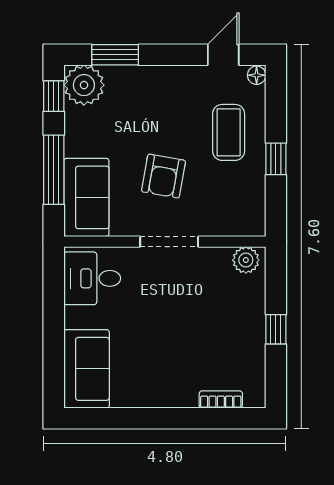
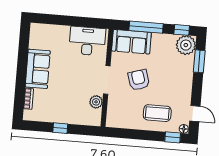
window: (276, 159) -> (173, 137), moved
armchair: (164, 176) -> (139, 80), turned 63
plant: (246, 260) -> (96, 102), moved
desk: (92, 278) -> (87, 41), width x1.37
sofa: (87, 369) -> (38, 69), moved, turned -90

